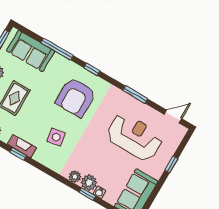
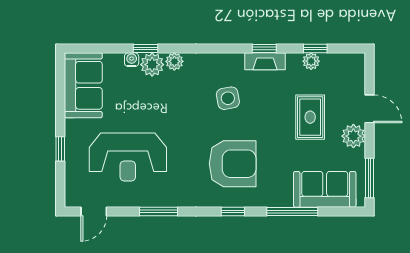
armchair: (76, 97) -> (233, 164), turned 90

